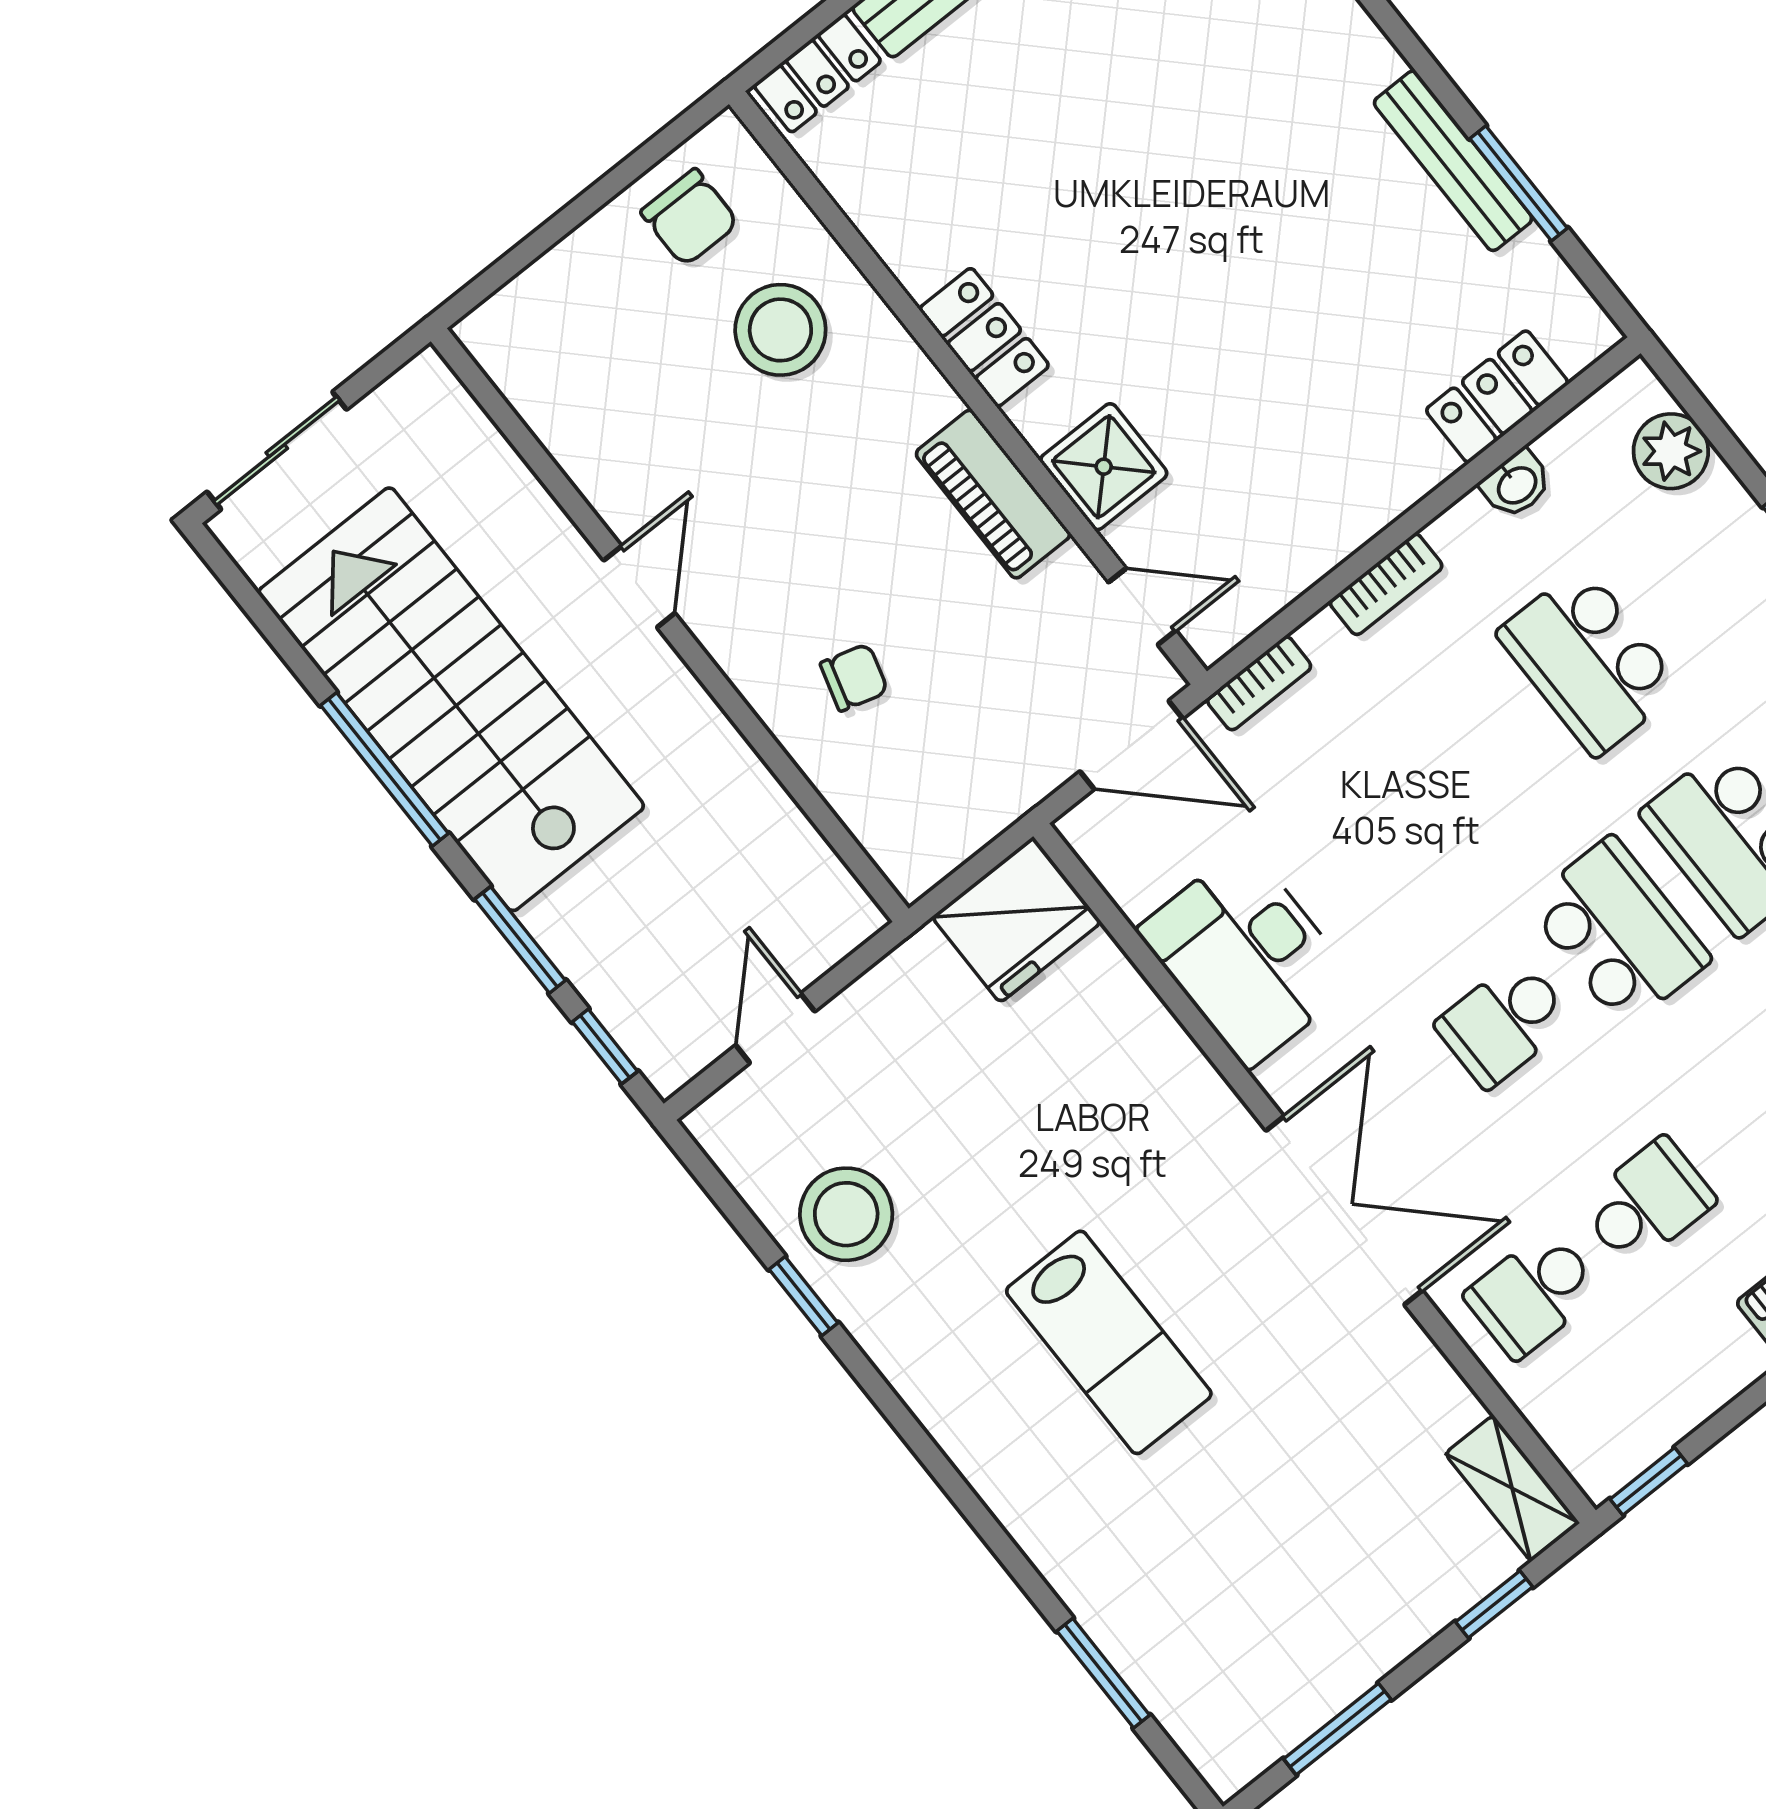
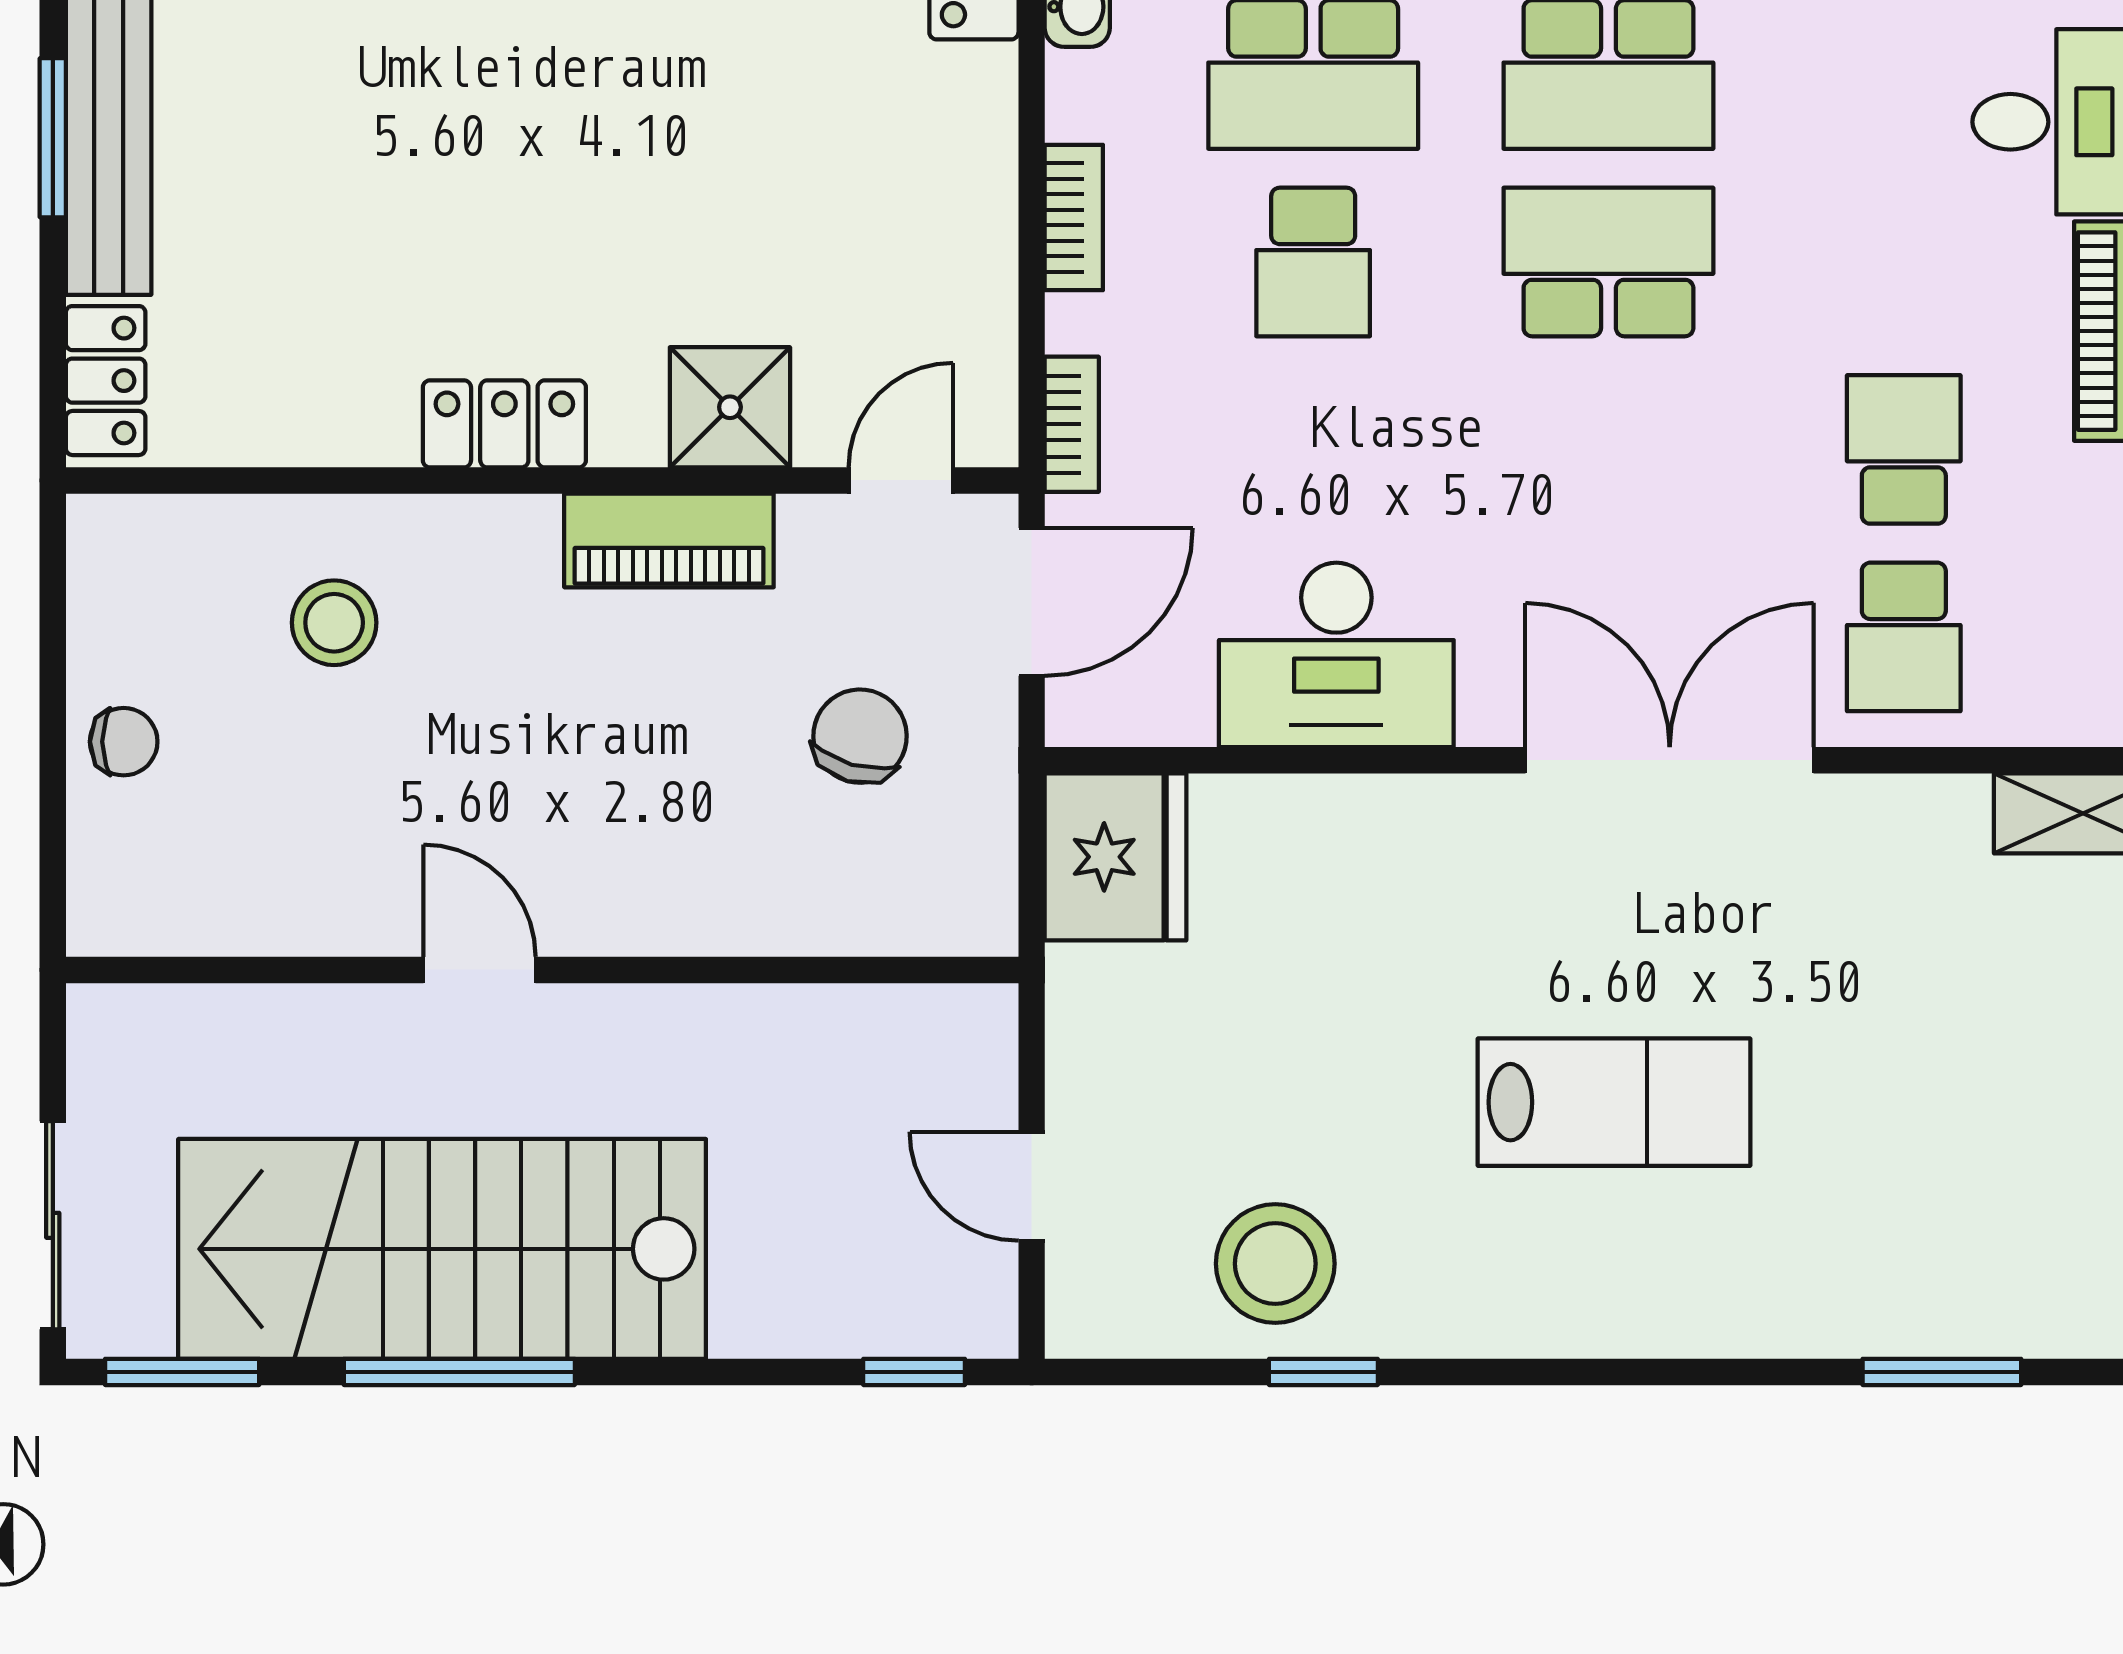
chair: (690, 217) -> (124, 742), moved, width x0.73, depth x0.73
stool: (780, 330) -> (334, 623), width x0.73, depth x0.73
chair: (854, 677) -> (860, 736), moved, width x1.37, depth x1.37
window: (520, 940) -> (182, 1372), moved
school desk: (1504, 1023) -> (1313, 262), moved

